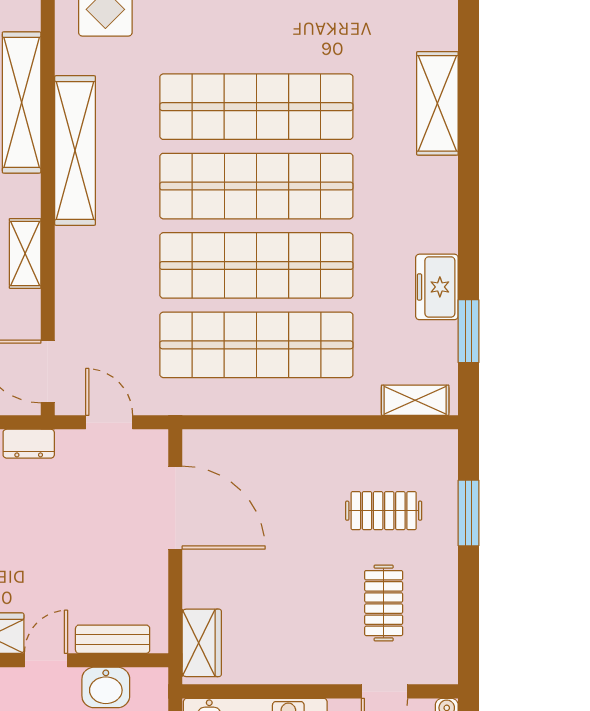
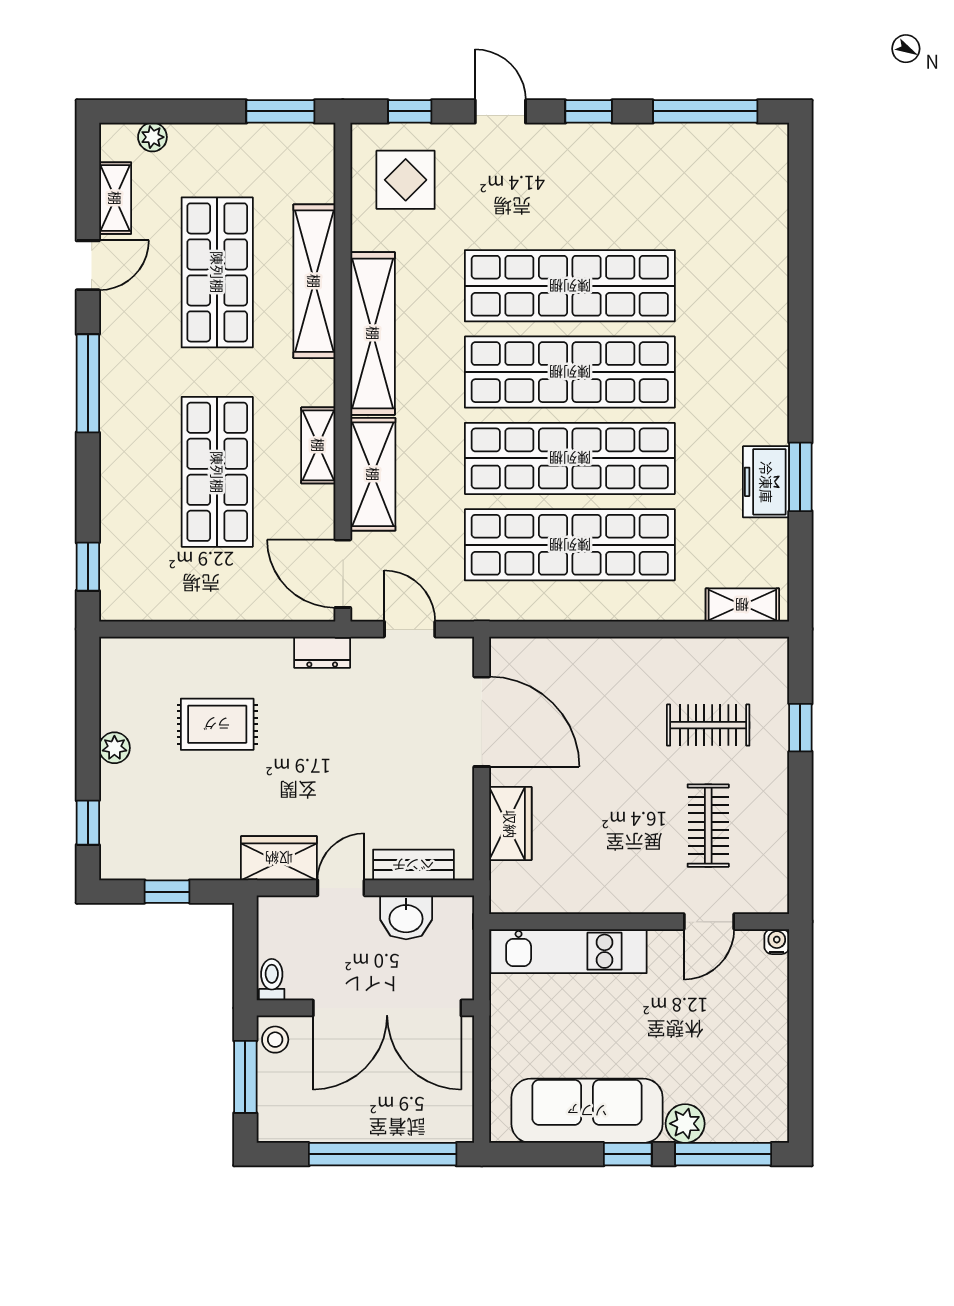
shelving: (437, 103) -> (373, 474), moved
window: (469, 331) -> (800, 477), moved
window: (469, 513) -> (800, 728), width x0.67
wardrobe: (202, 643) -> (510, 824), moved

